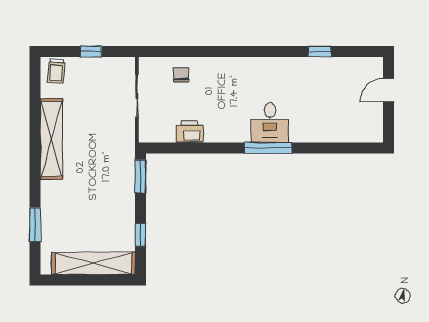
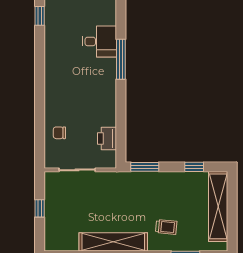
trolley: (56, 71) -> (166, 227), moved
desk: (270, 123) -> (99, 41), moved
printer: (190, 132) -> (107, 139), moved

